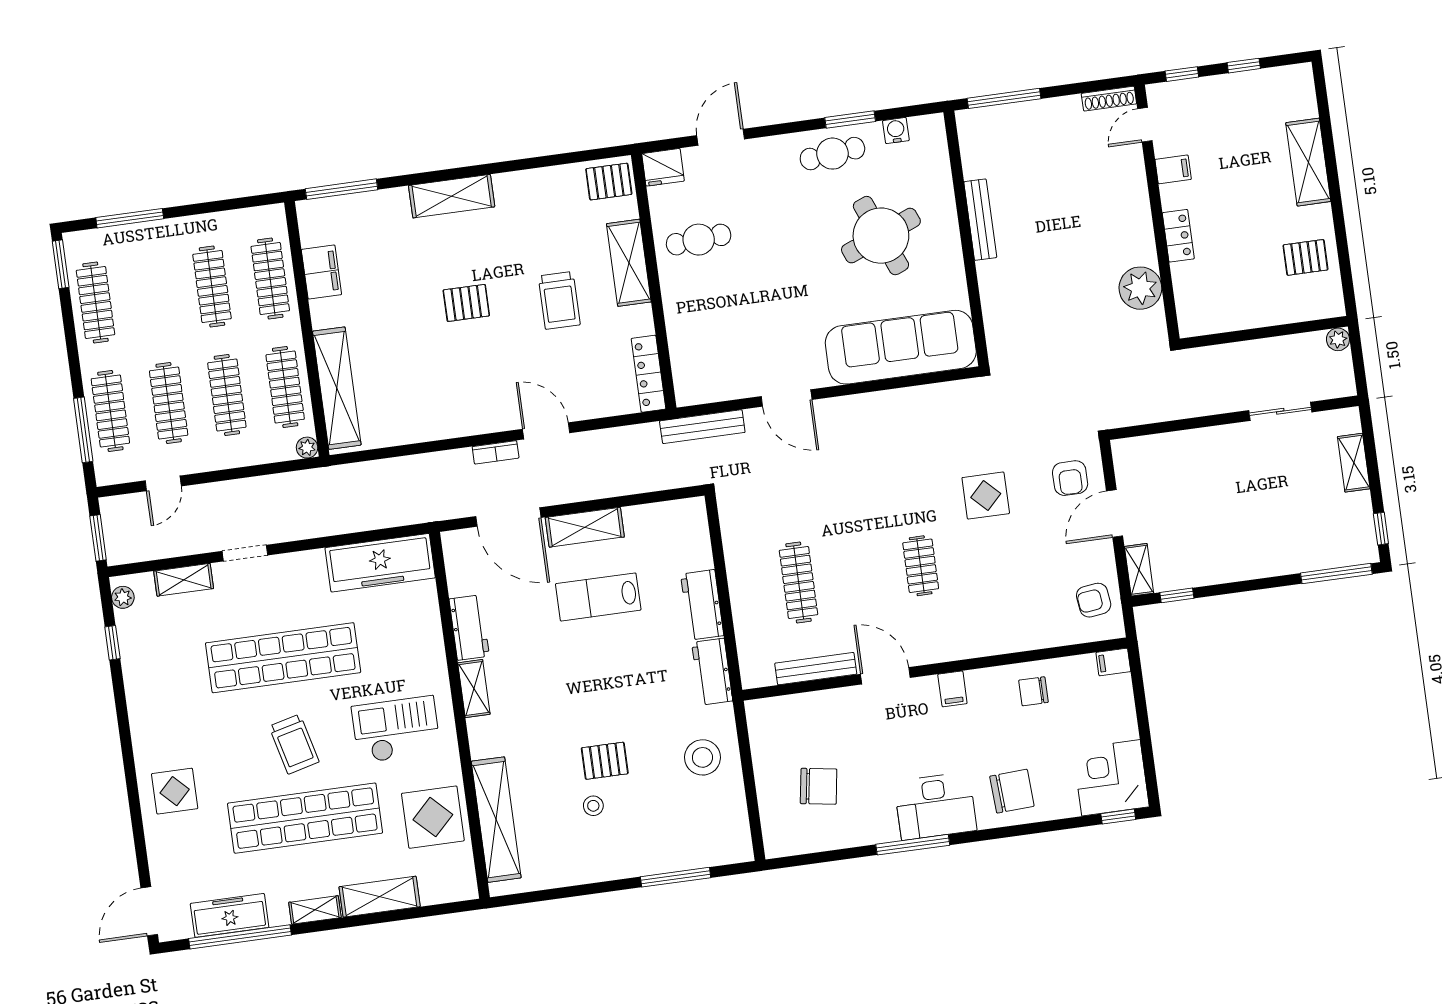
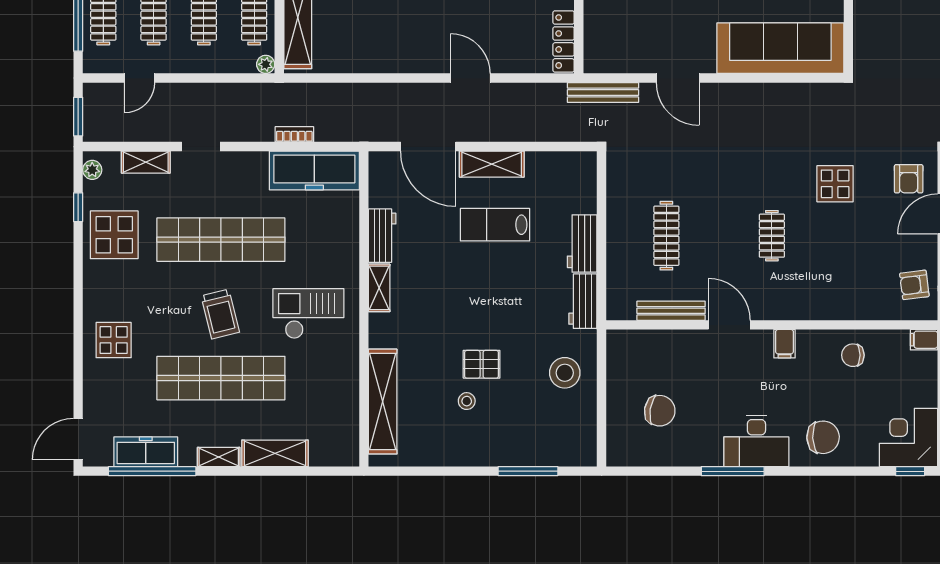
bookcase: (496, 452) -> (294, 134), moved, turned 180
display table: (433, 817) -> (114, 235), moved

